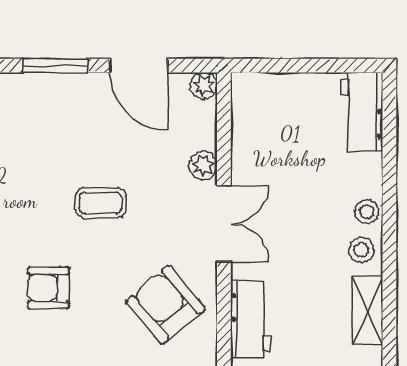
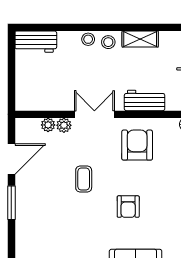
plant: (204, 86) -> (48, 125), moved
armchair: (165, 305) -> (137, 145), turned 130

